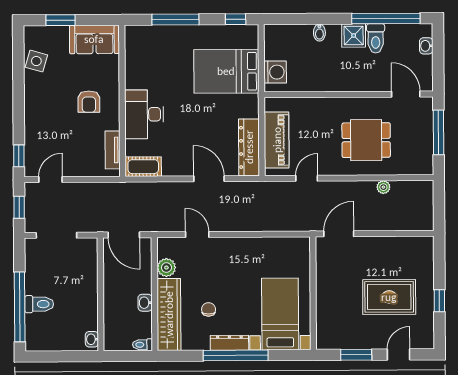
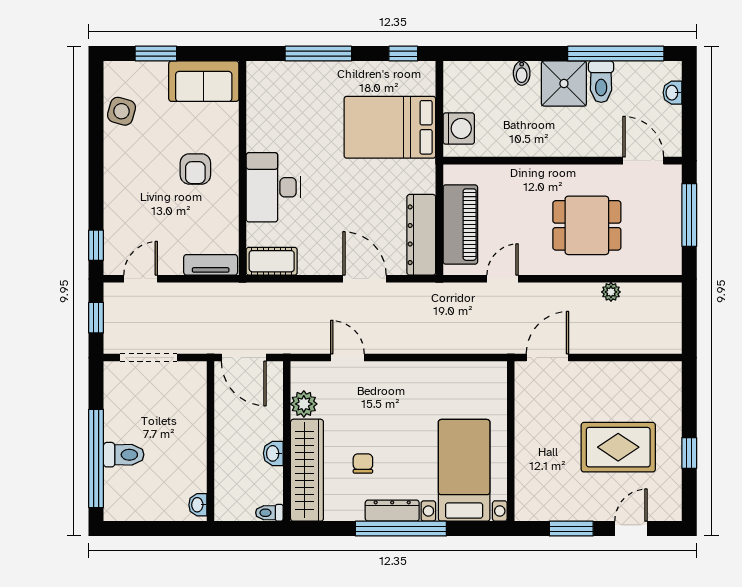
shower: (354, 36) -> (564, 84), width x1.36, depth x1.36
tv unit: (113, 150) -> (211, 265), moved, turned 90

